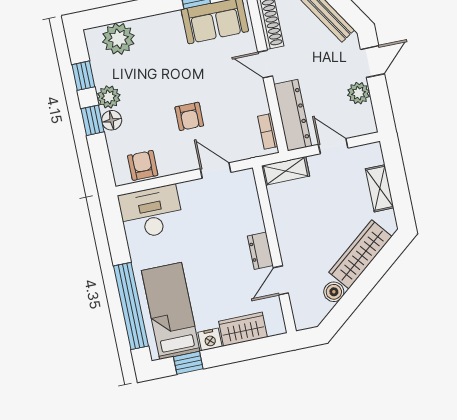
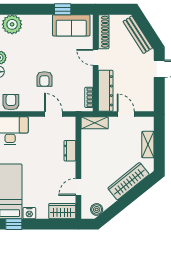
plant: (359, 93) -> (147, 86), removed
dresser: (260, 251) -> (70, 151), moved
boiler: (334, 292) -> (97, 209), moved
wardrobe: (243, 329) -> (62, 211), moved

